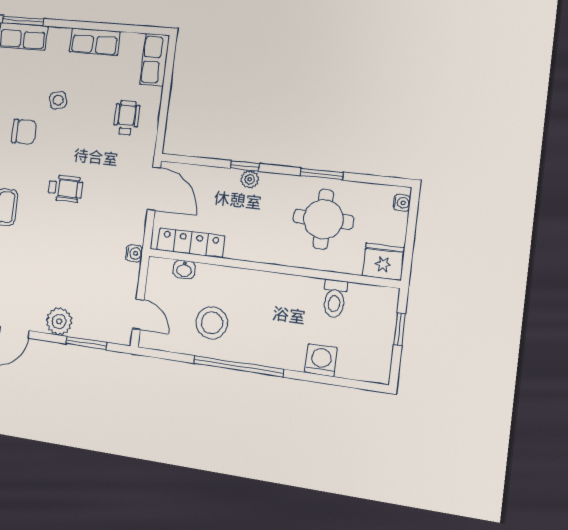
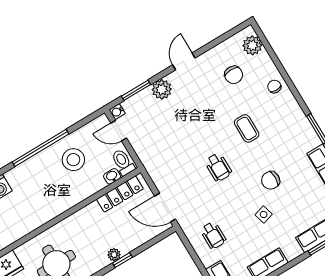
wheelchair: (65, 189) -> (218, 167), turned -90
water cooler: (134, 253) -> (117, 112), moved
toilet: (335, 299) -> (123, 162), moved

